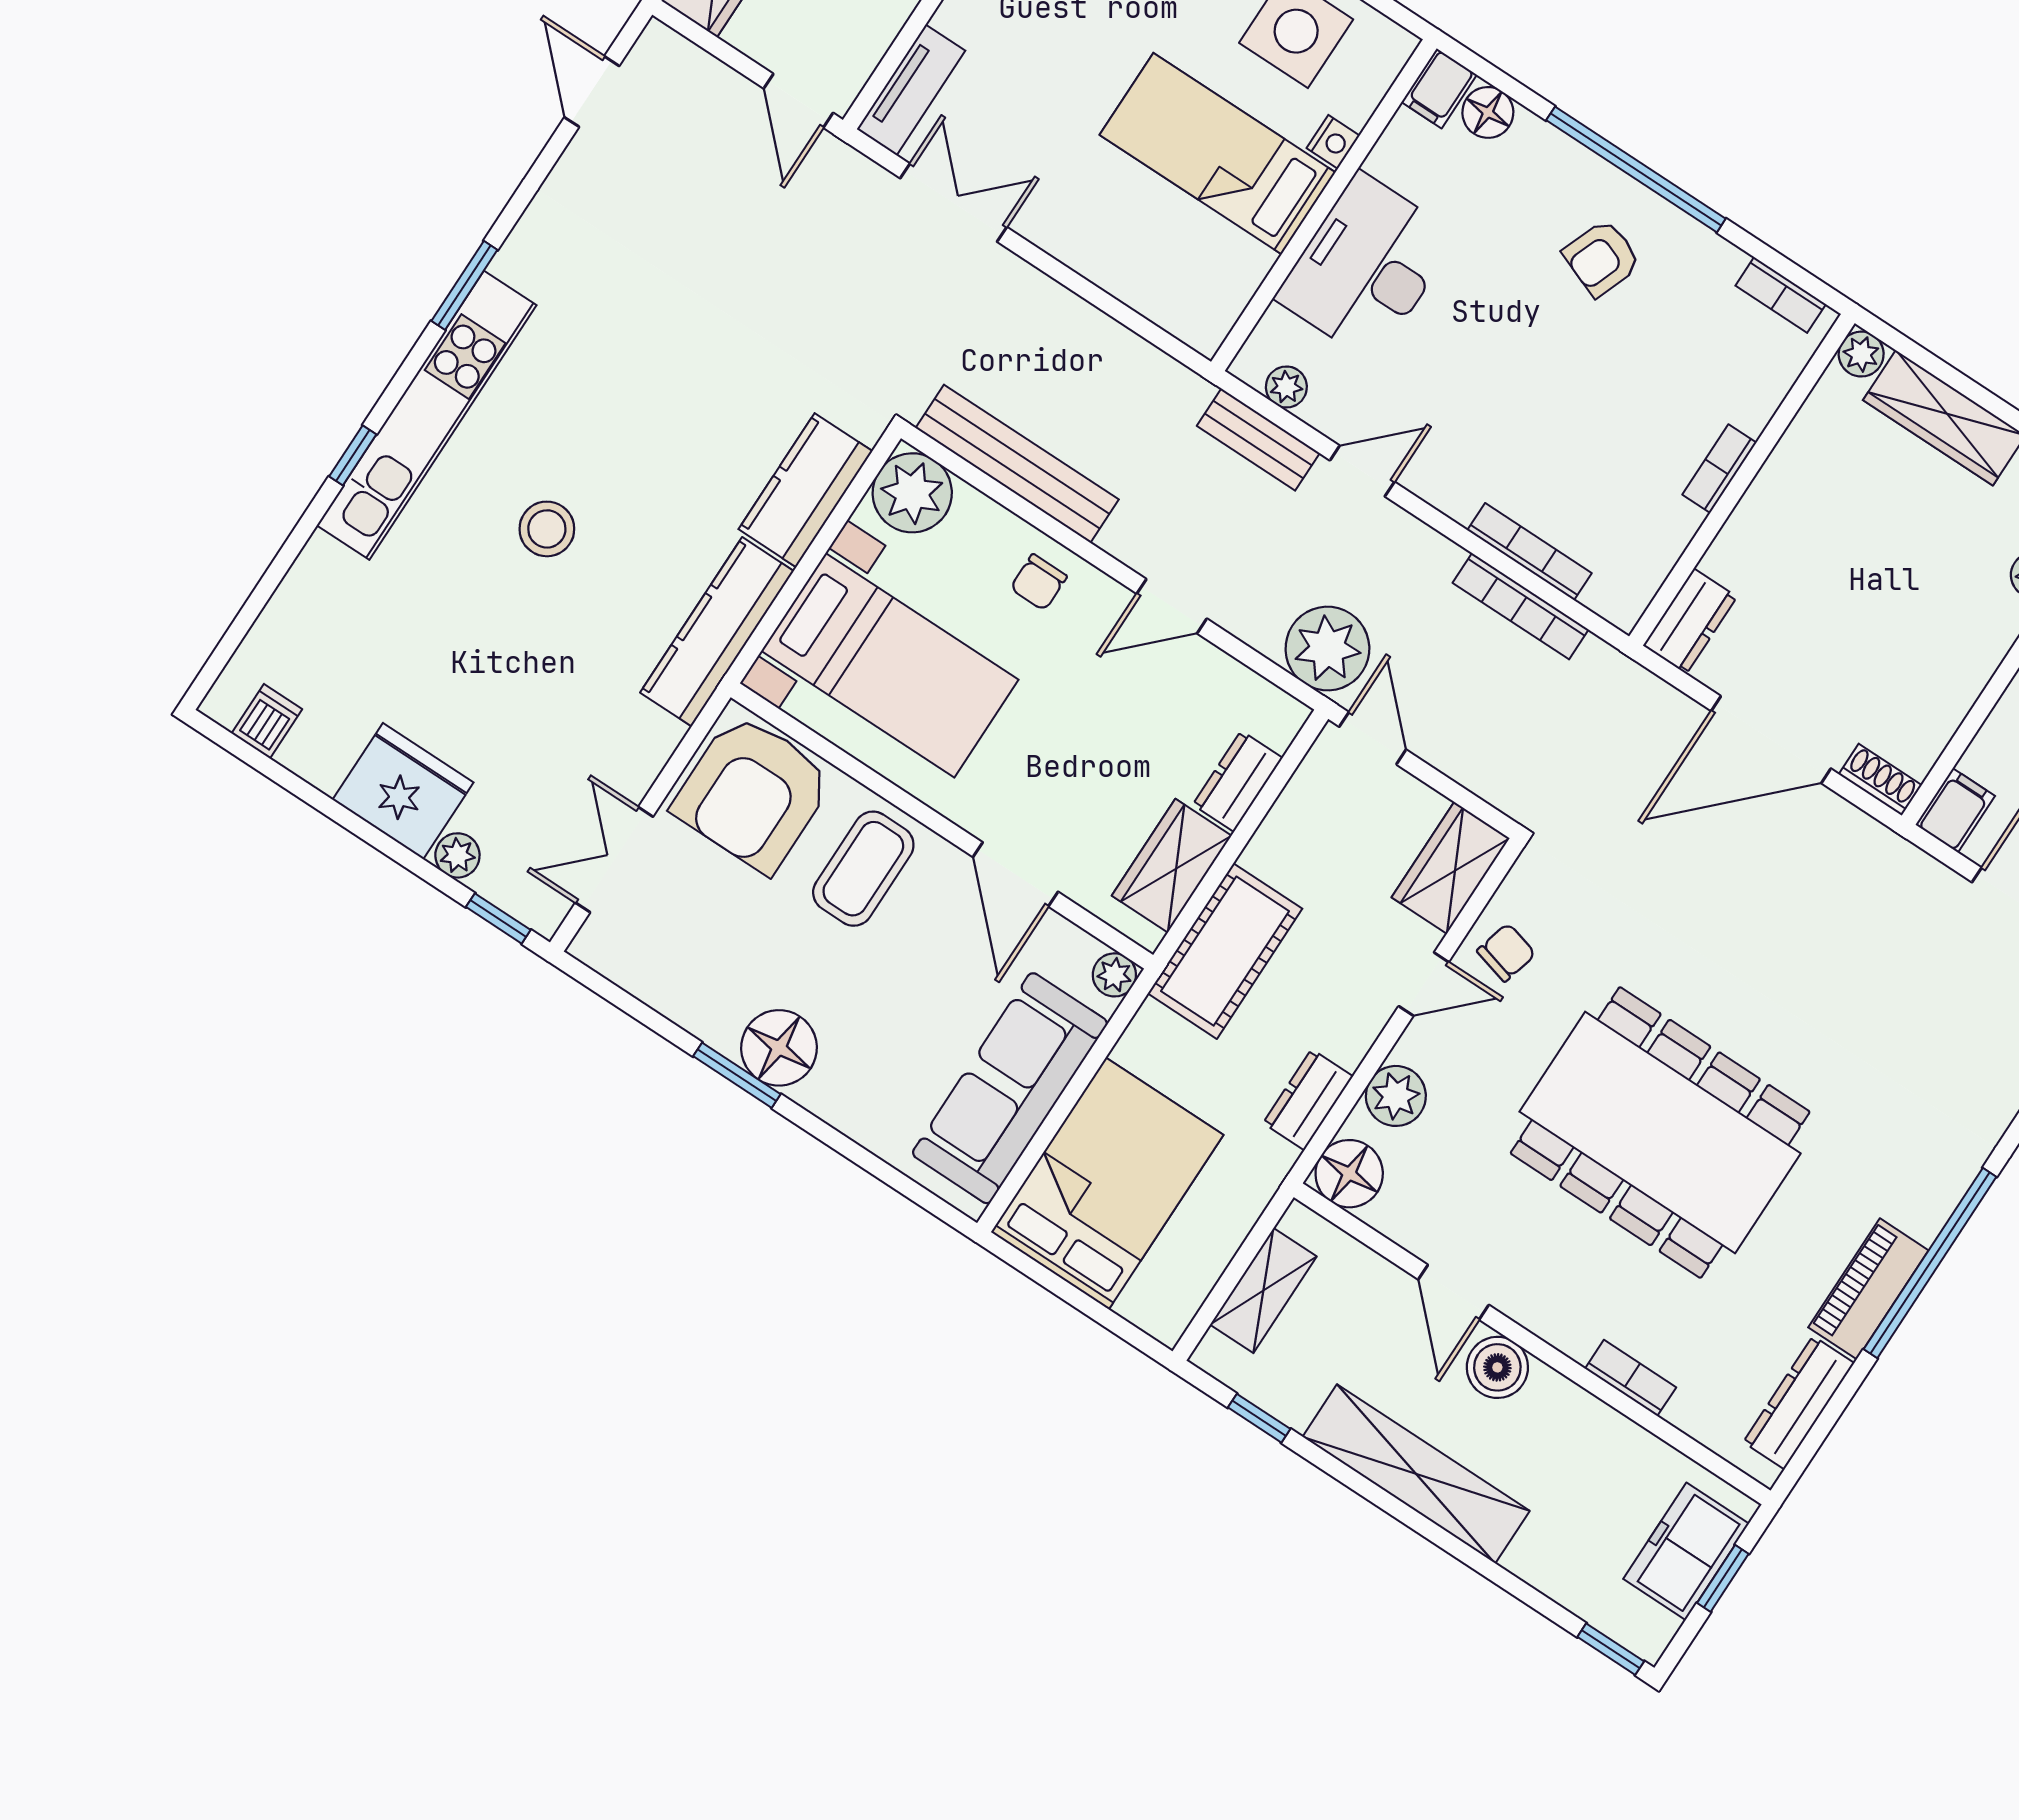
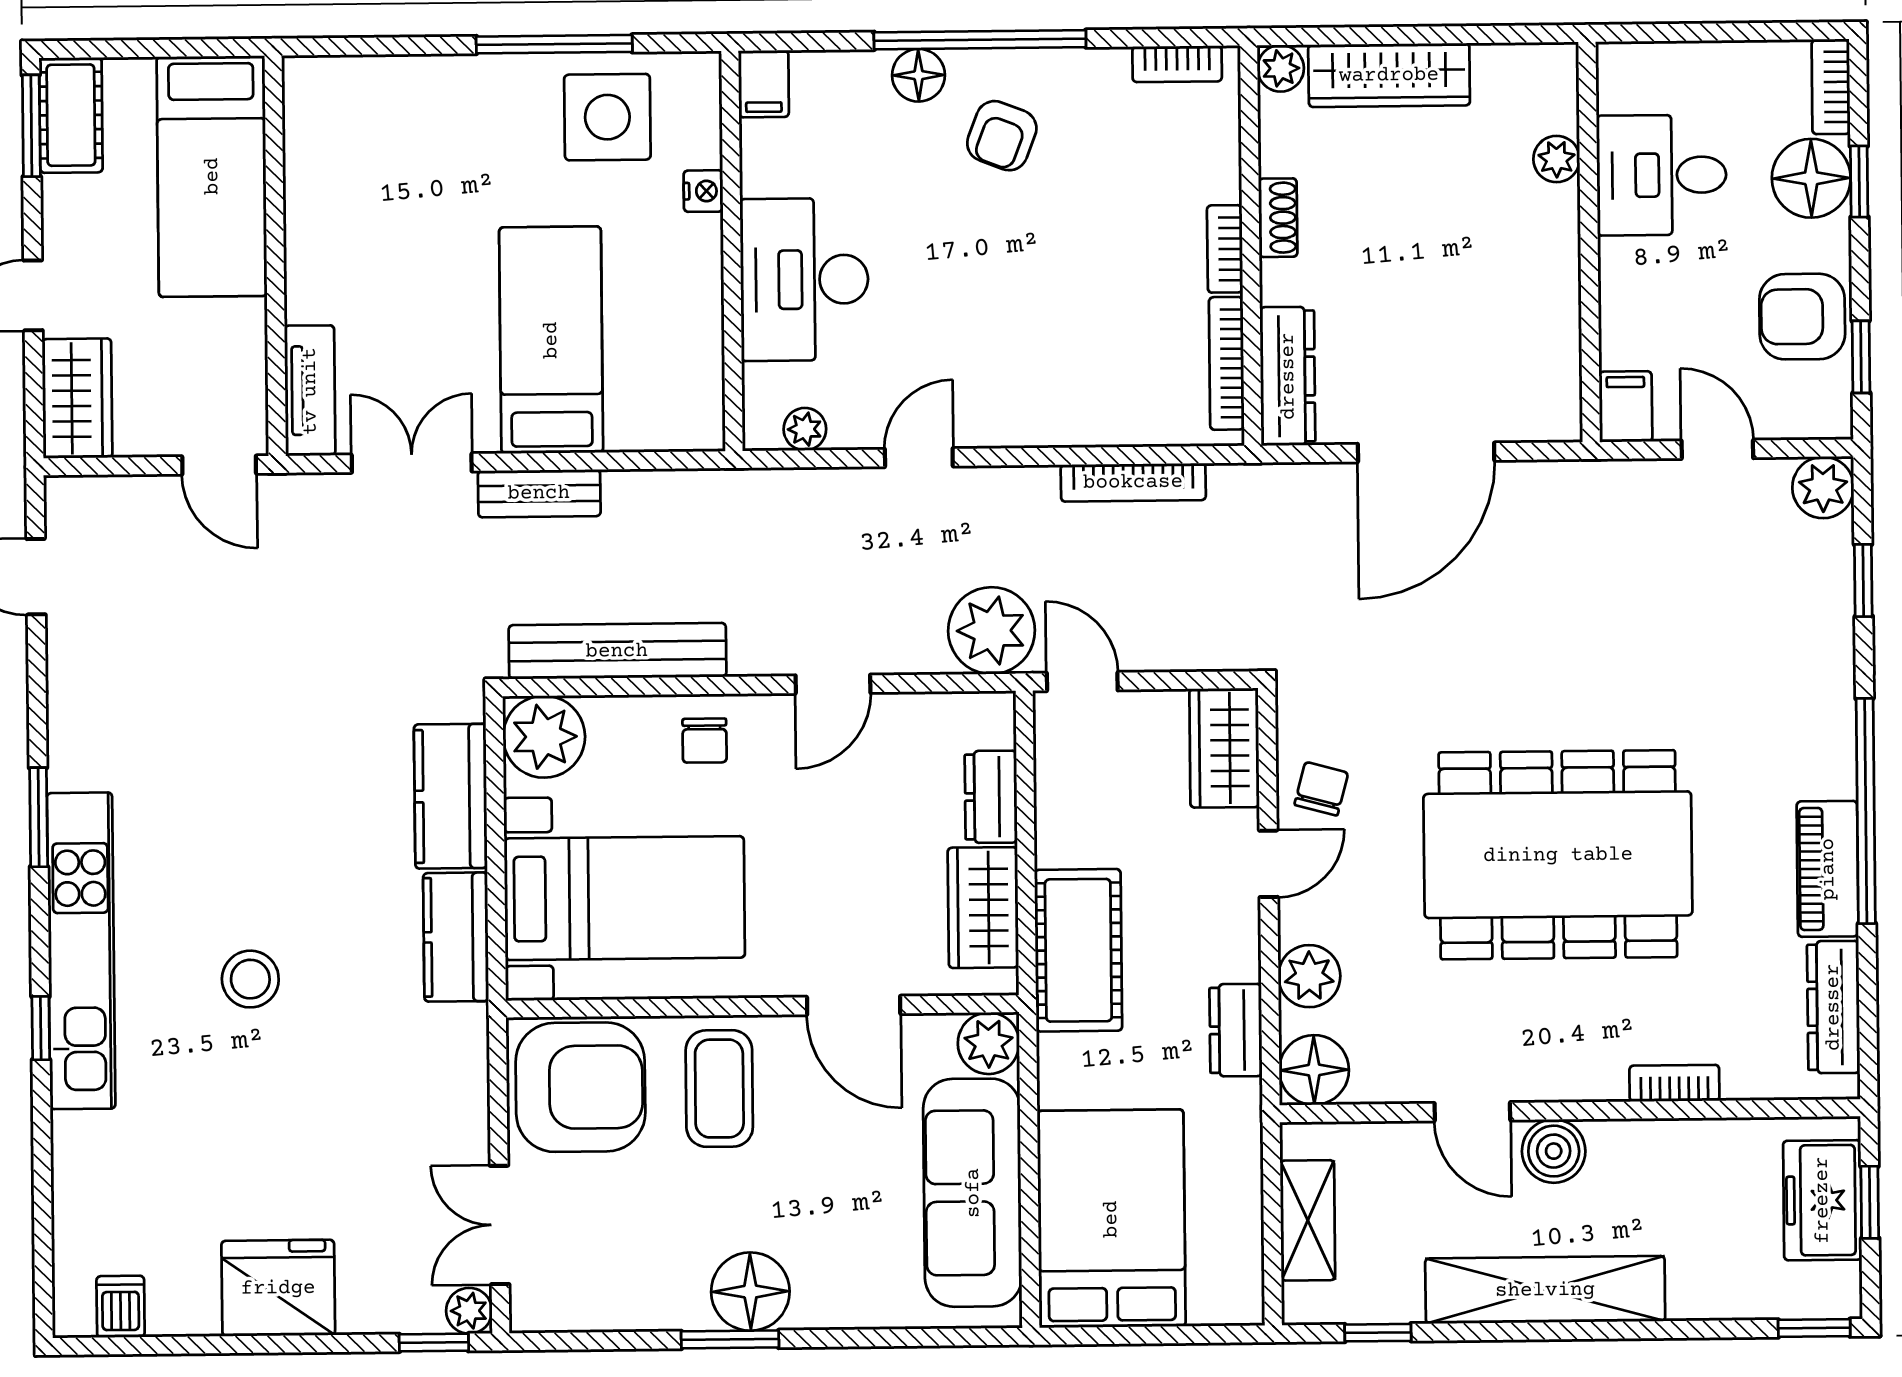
floor lamp: (1488, 112) -> (918, 75), moved
bed: (1217, 154) -> (551, 340), moved, turned 90
bench: (1258, 440) -> (539, 493), moved
bookcase: (1529, 552) -> (1227, 363), moved, turned -90
dresser: (1690, 621) -> (1288, 376), width x1.44
kitchen counter: (717, 632) -> (456, 937), width x0.67
shoe rack: (1880, 780) -> (1278, 218), moved, turned 90
armchair: (753, 793) -> (580, 1087), turned -90
plant: (457, 855) -> (469, 1311), moved
plant: (1114, 975) -> (989, 1043), width x1.38, depth x1.38

